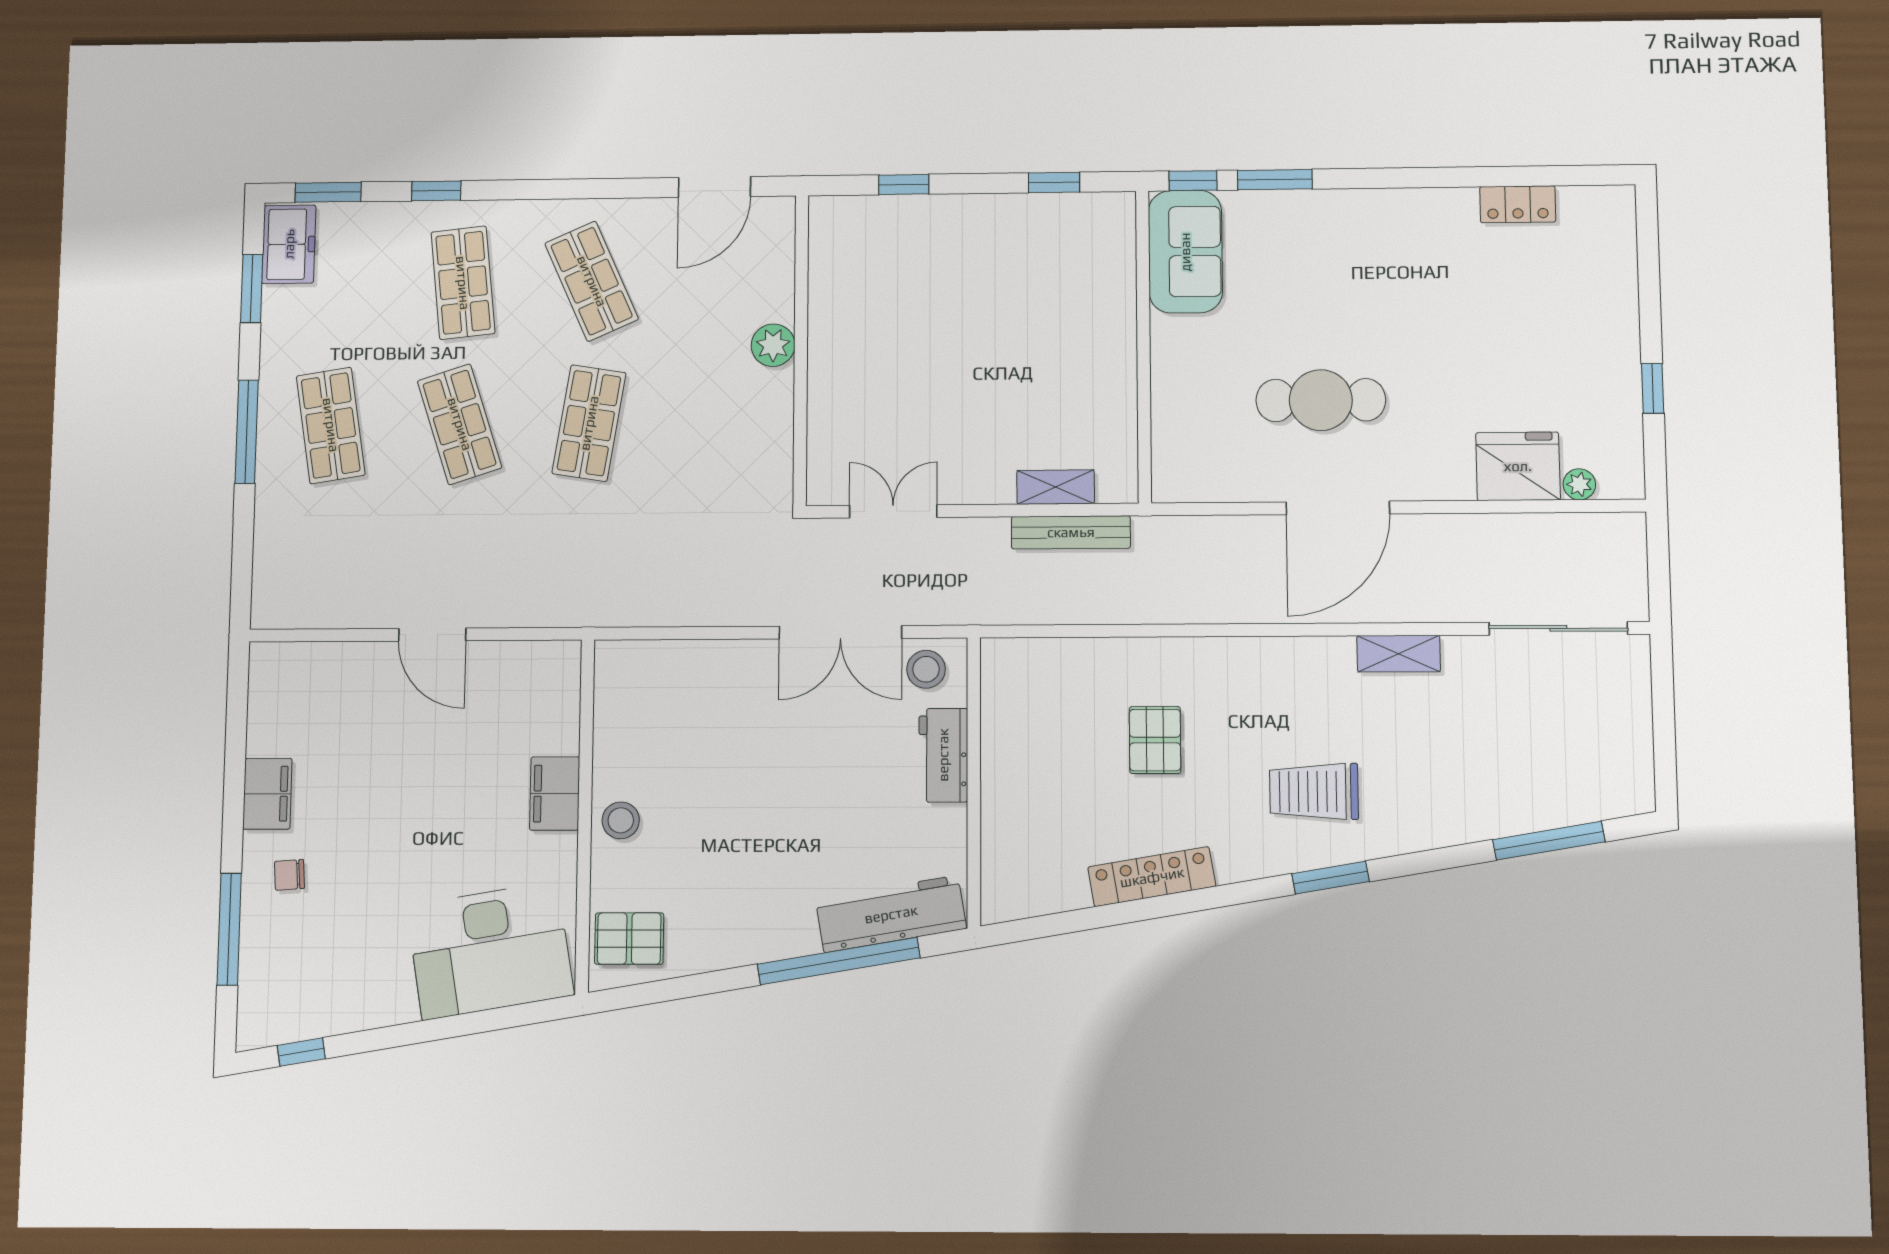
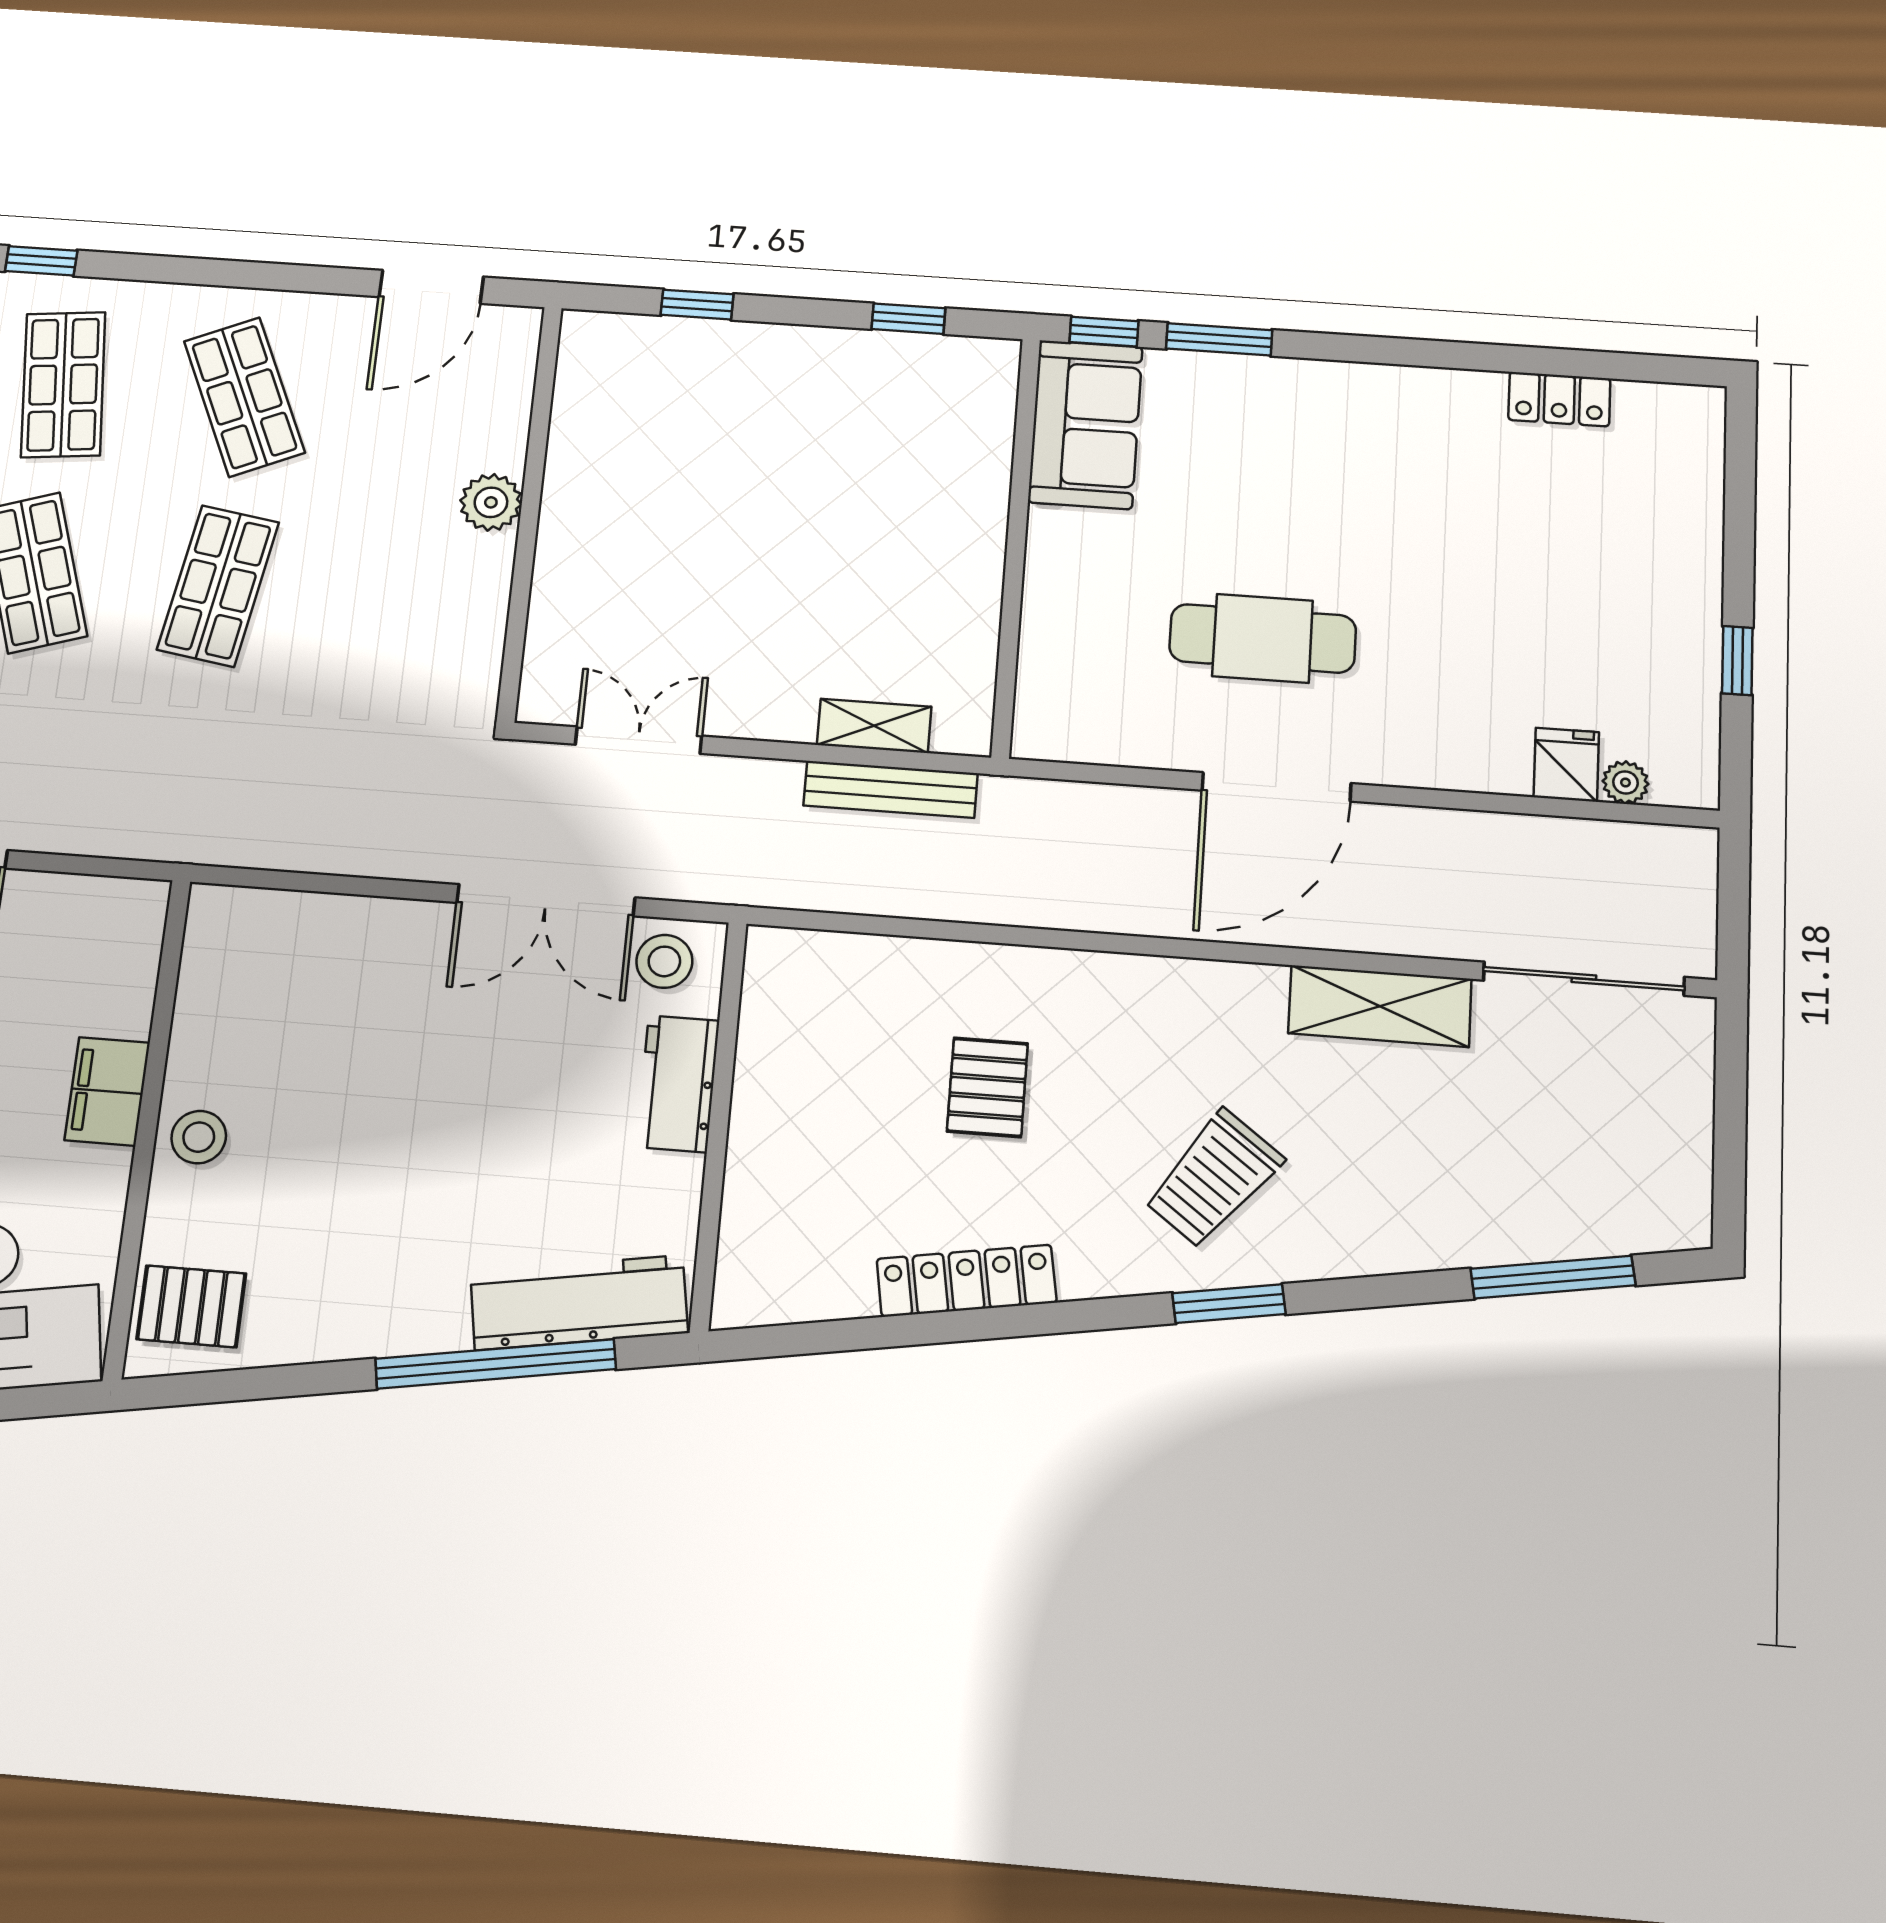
fridge: (1518, 466) -> (1566, 765), width x0.53, depth x0.75
shelving: (1399, 654) -> (1380, 1006), width x1.50, depth x1.33
trolley: (1314, 792) -> (1213, 1179), turned -53

